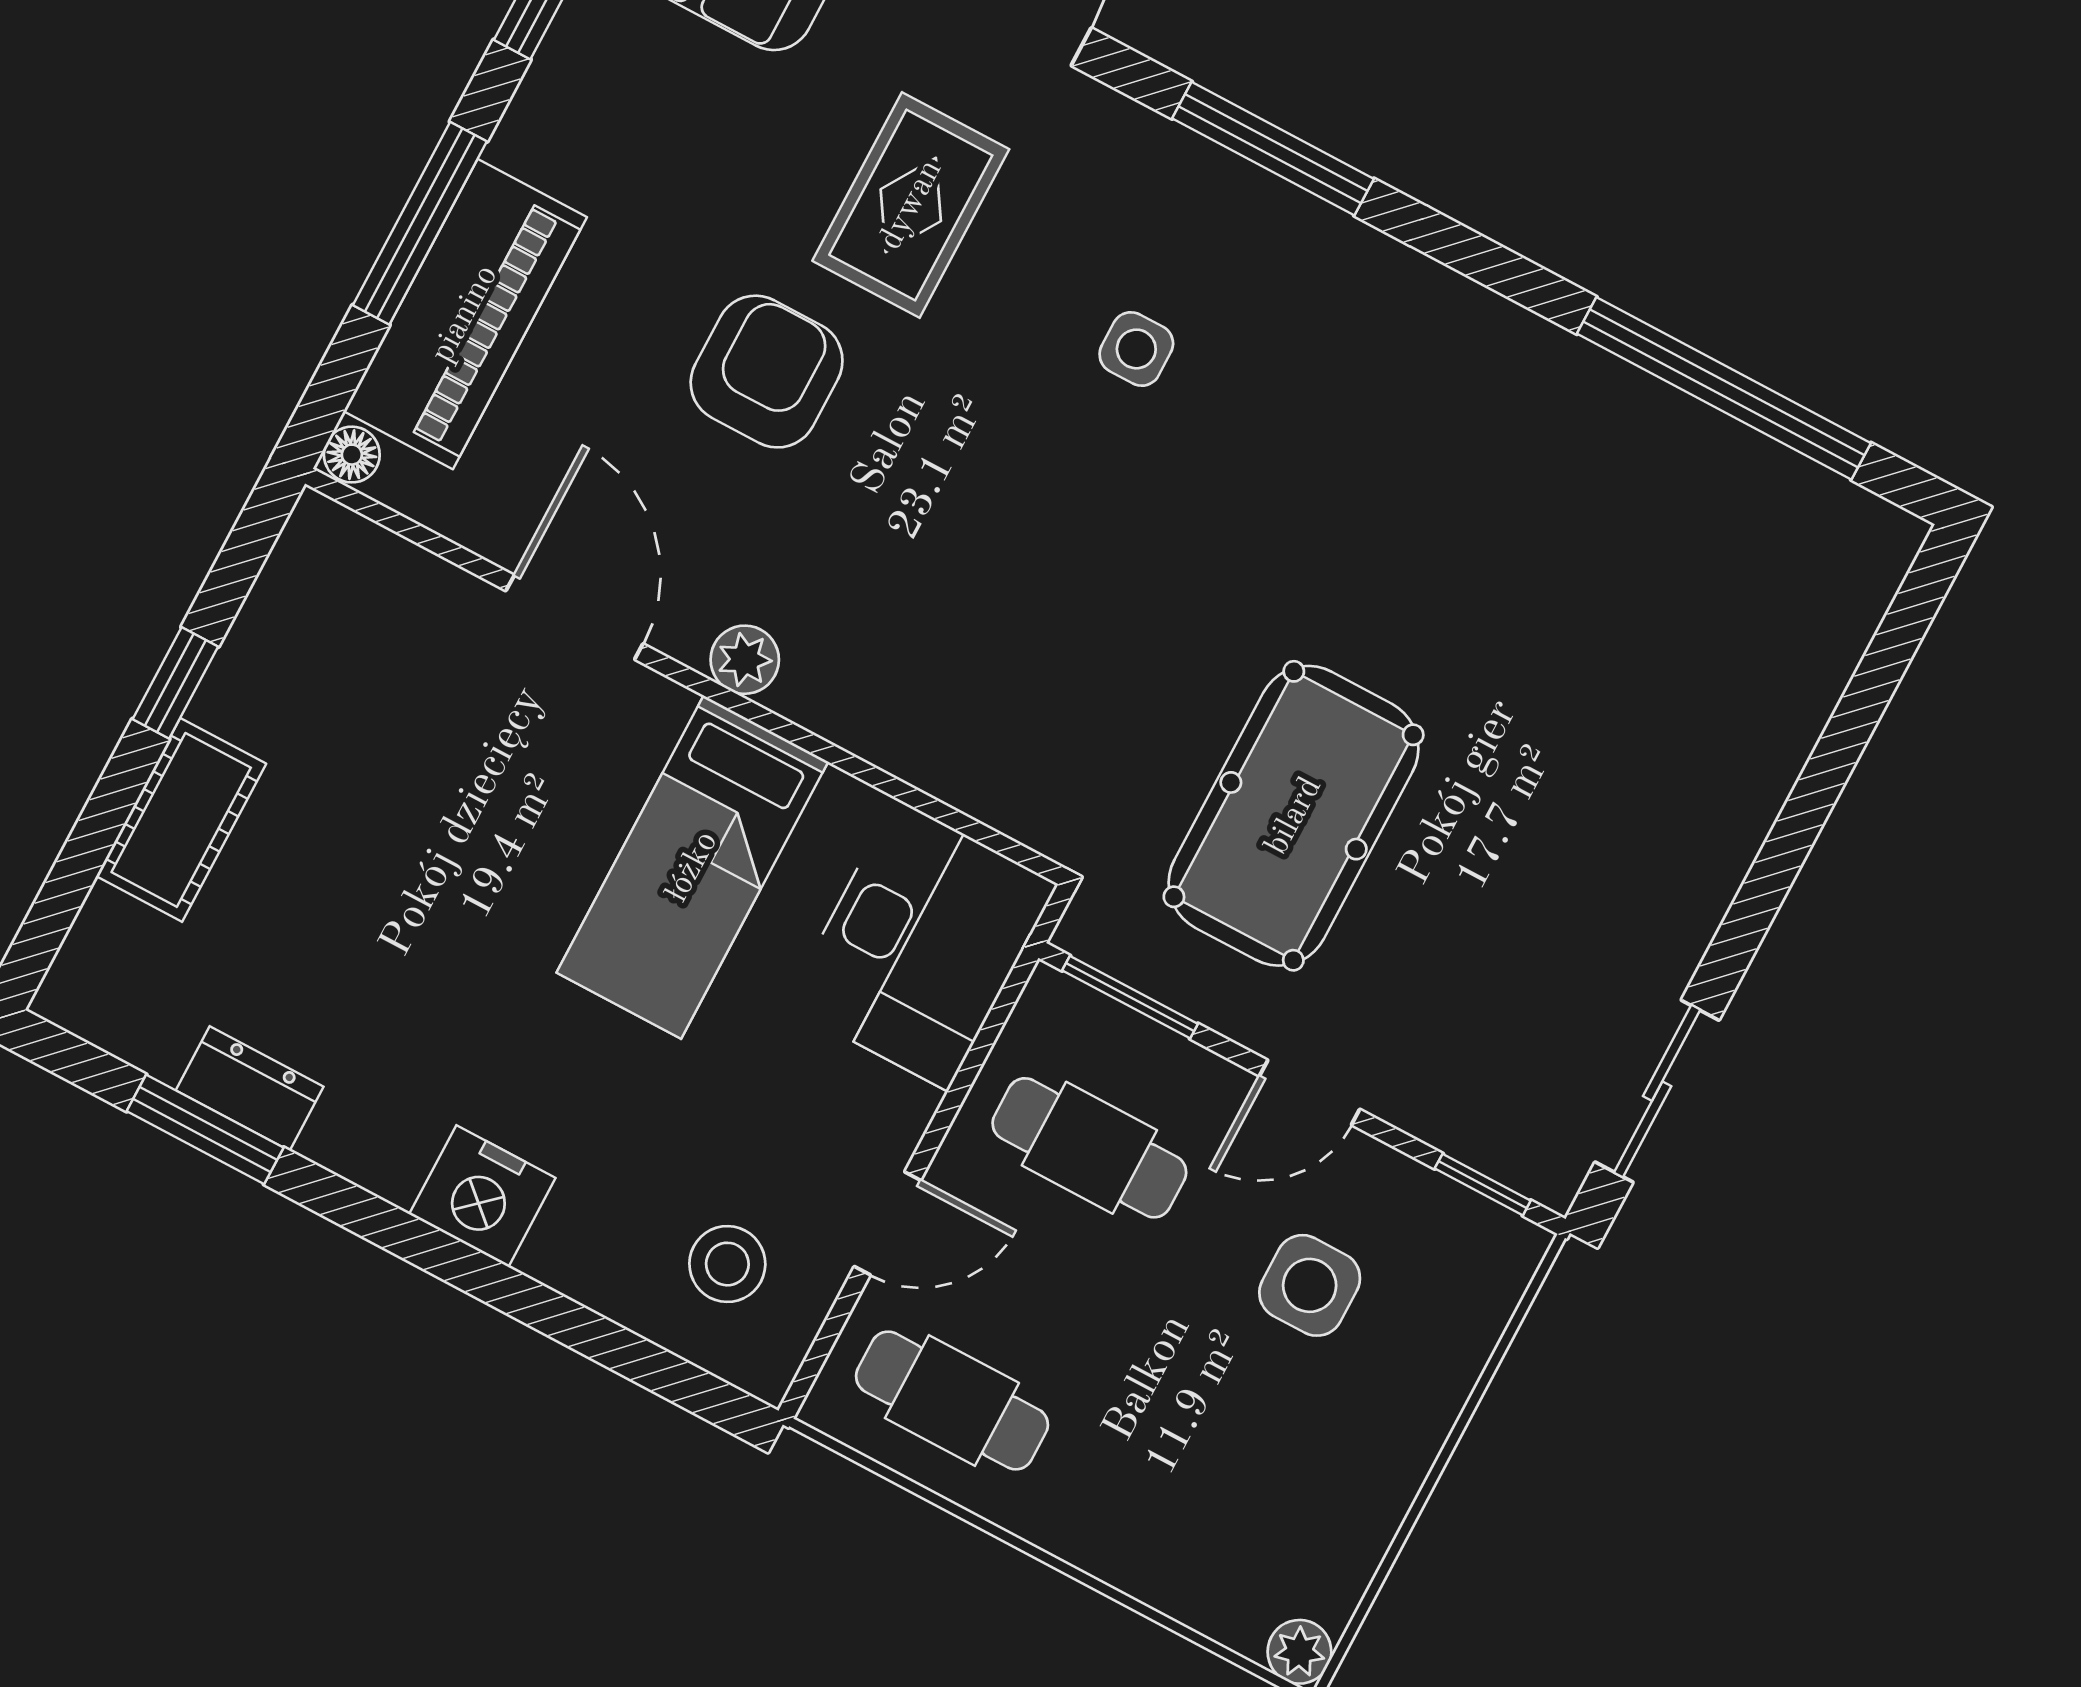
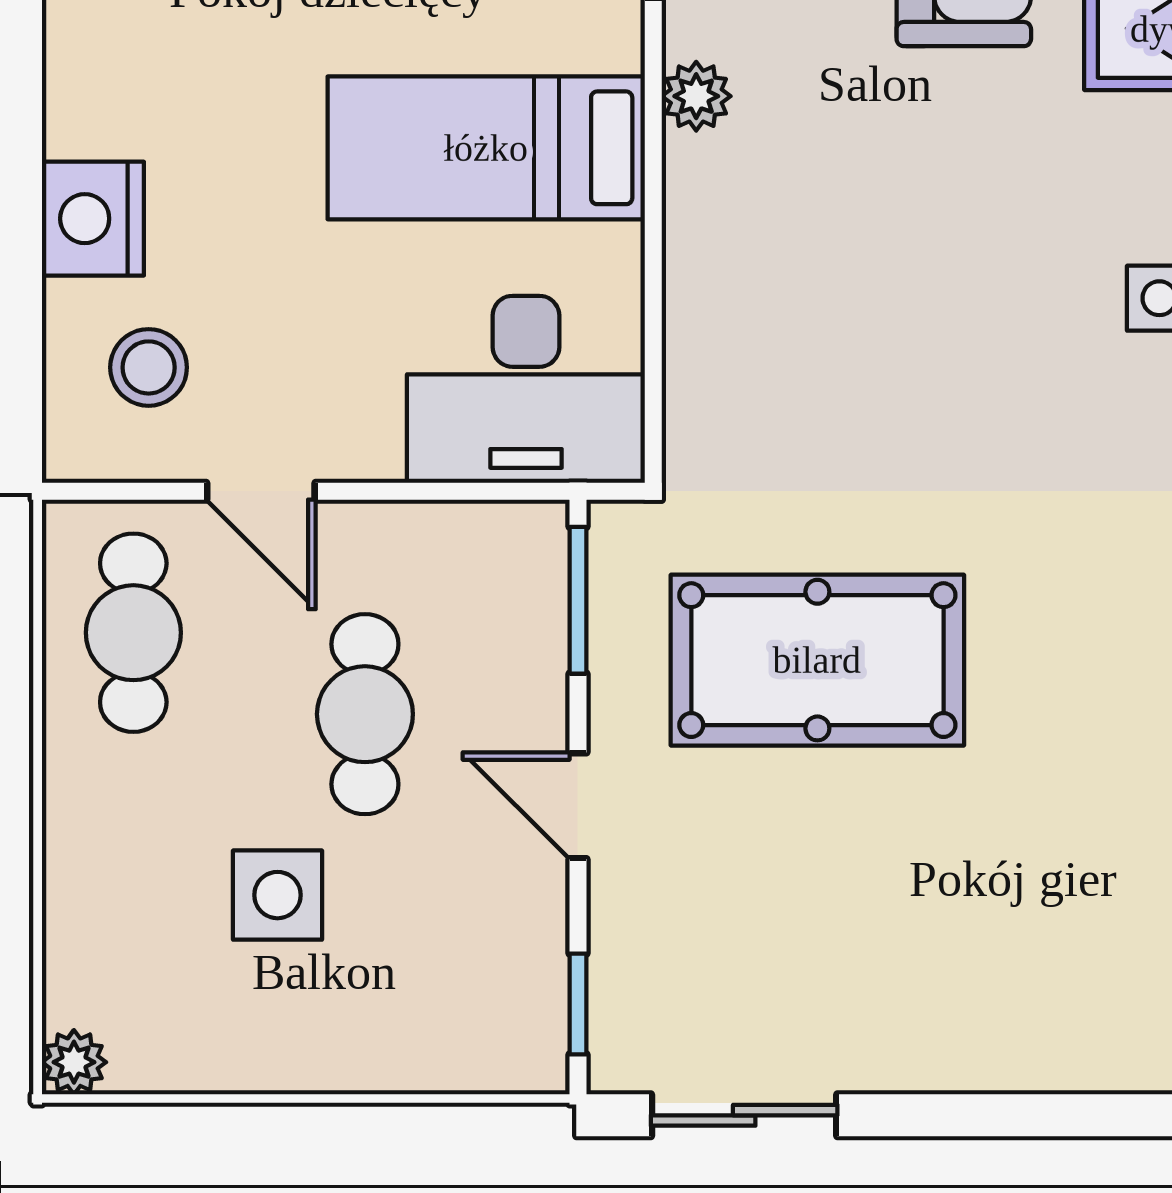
cafe table: (1089, 1148) -> (365, 714), moved
nightstand: (482, 1196) -> (93, 219), moved
side table: (1310, 1285) -> (277, 895), moved

